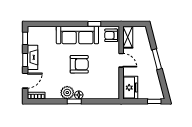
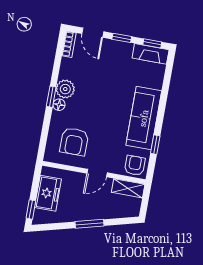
fireplace: (32, 57) -> (151, 54), moved
armchair: (79, 64) -> (74, 142), moved
freezer: (130, 88) -> (48, 193), moved, turned -90

